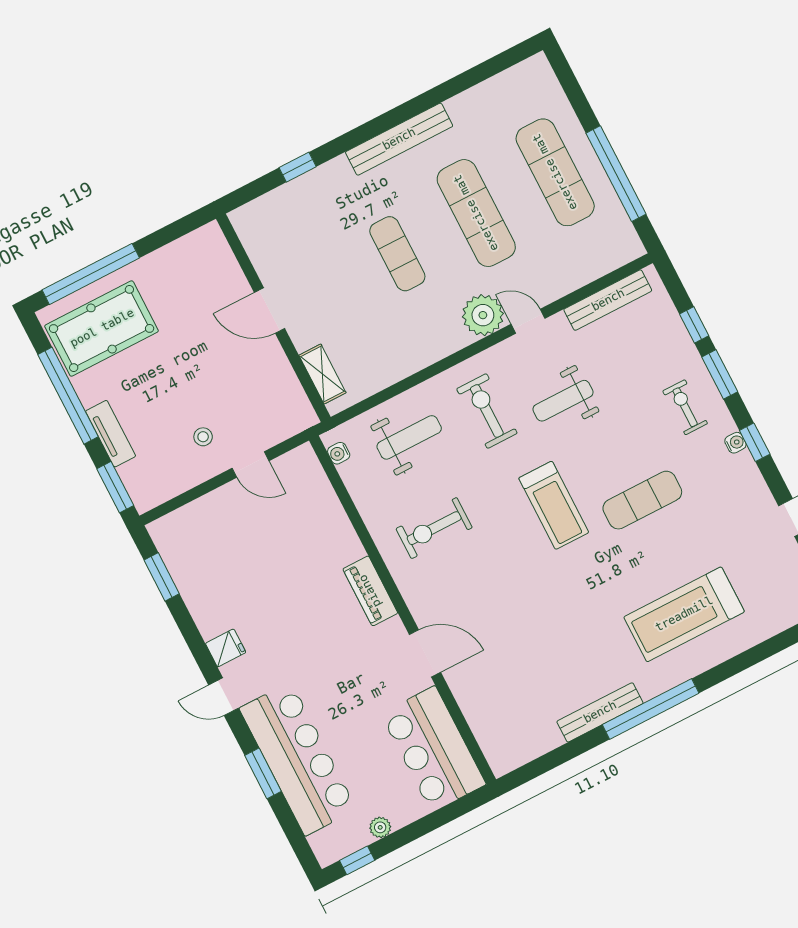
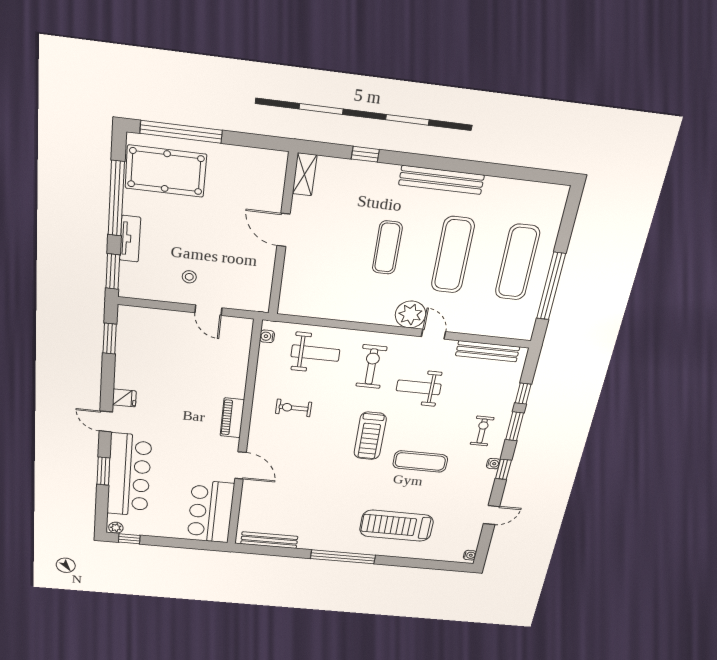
shelving: (322, 374) -> (305, 174), moved
exercise bike: (434, 528) -> (294, 408), width x0.73, depth x0.72
bench: (600, 712) -> (269, 540), moved
plant: (380, 827) -> (116, 528), moved

